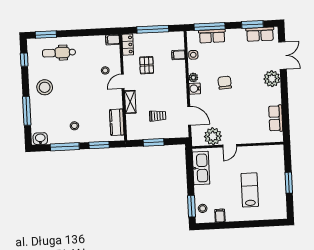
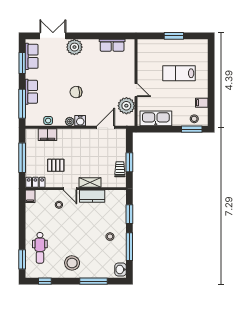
row of seats: (212, 36) -> (31, 92), moved
filing cabinet: (178, 55) -> (48, 135), width x2.00
trolley: (158, 116) -> (120, 169), moved
kitchen counter: (117, 122) -> (92, 196), moved

